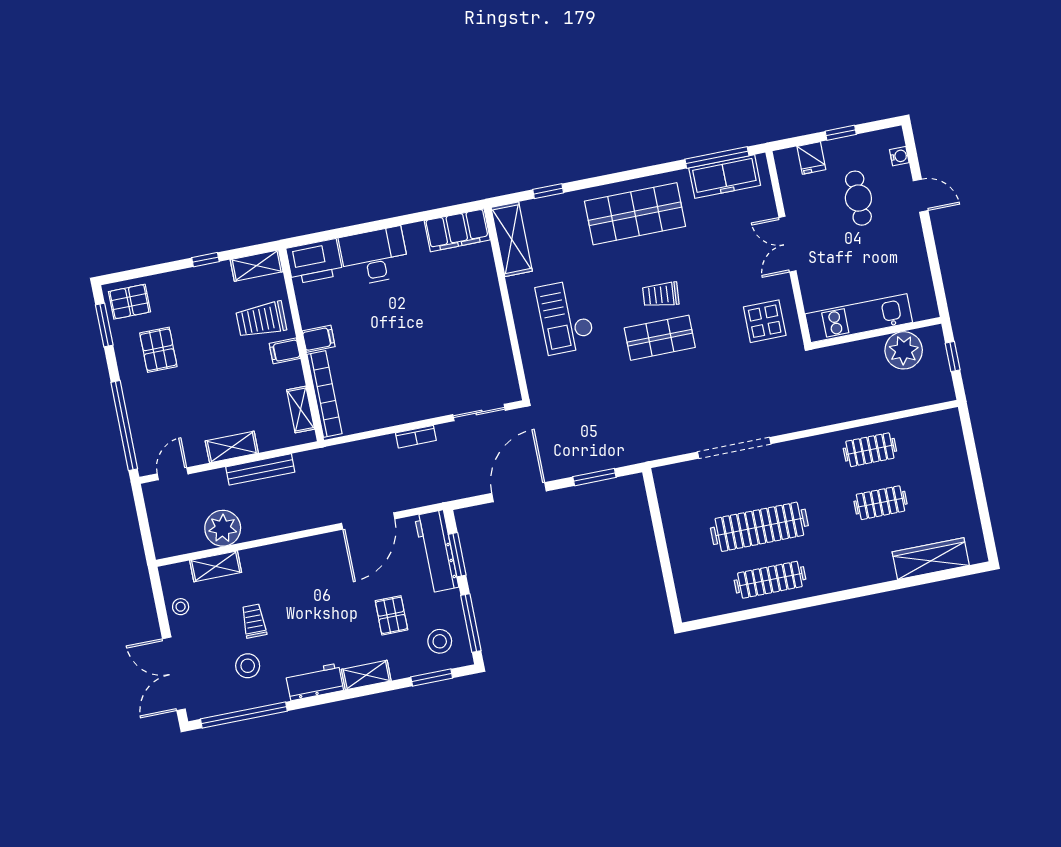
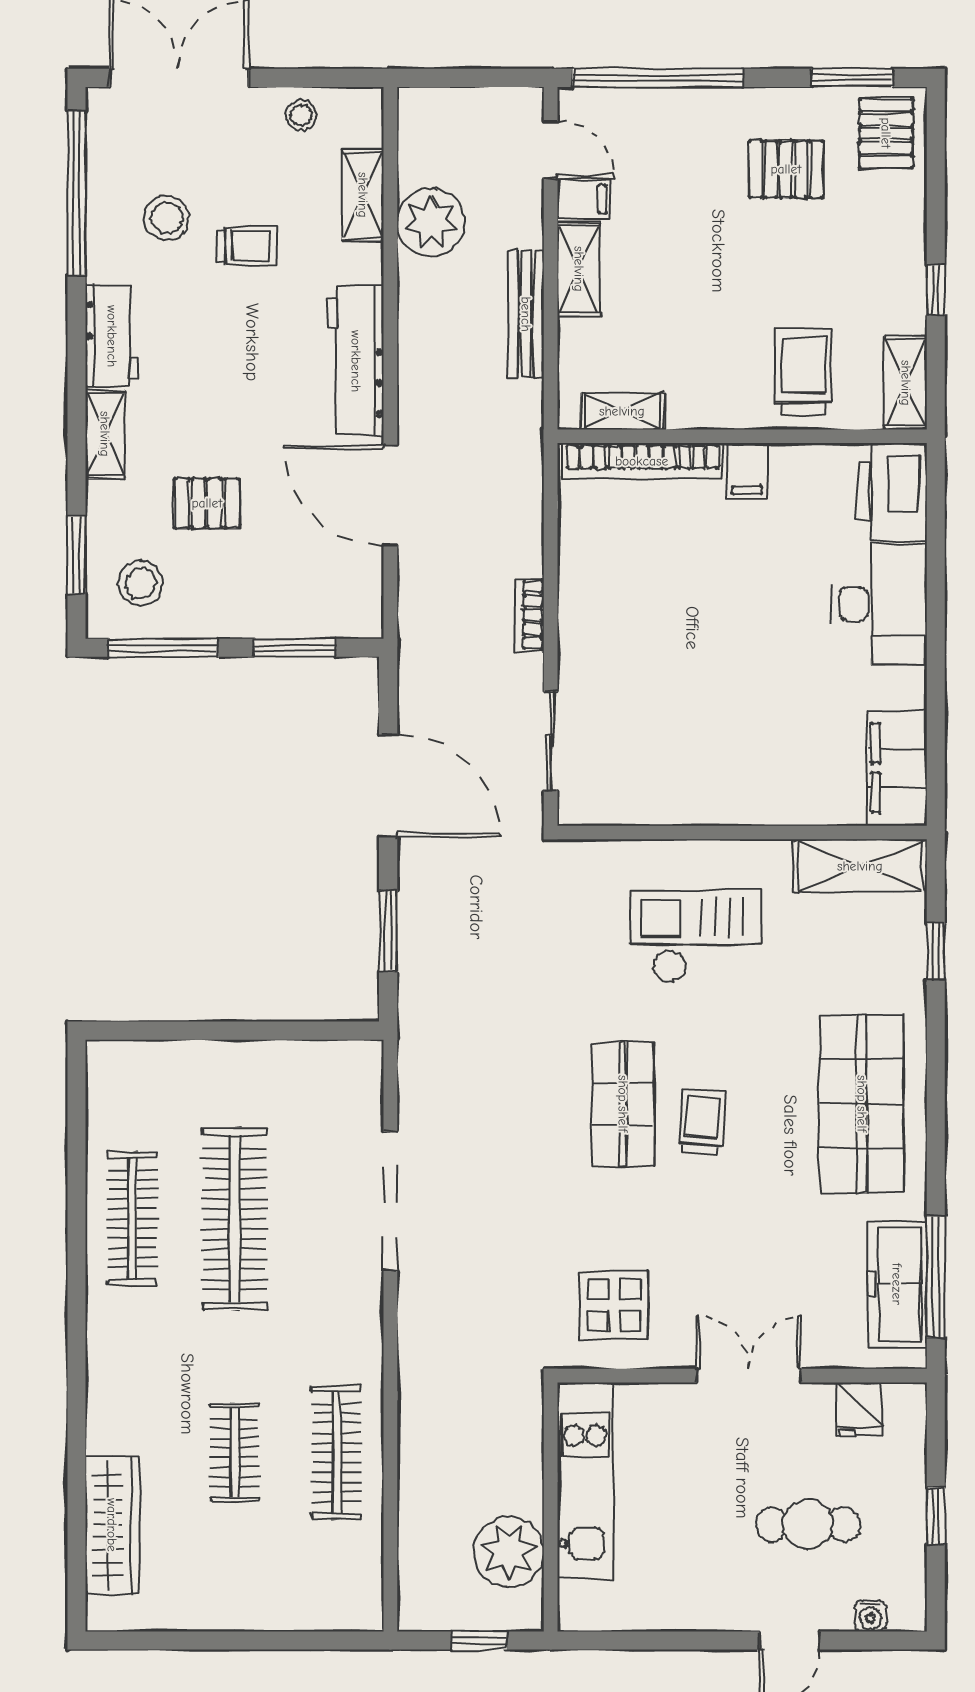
fridge: (811, 158) -> (860, 1409), moved, turned -90
filing cabinet: (285, 351) -> (584, 199), moved, turned 90
clothes rail: (870, 450) -> (337, 1452), width x1.36
workbench: (437, 551) -> (356, 361), moved, turned -90

